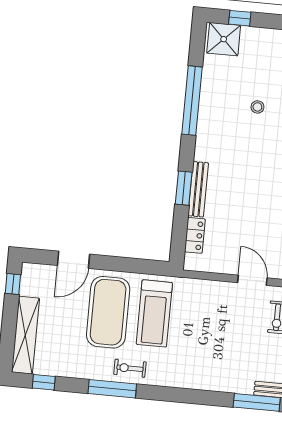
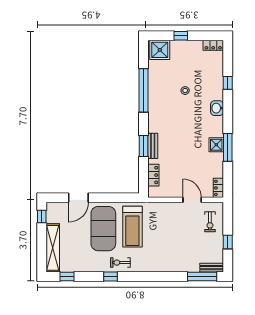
window: (240, 18) -> (181, 36), moved
bench: (198, 189) -> (153, 146), width x0.73
window: (112, 389) -> (111, 276), width x0.46

